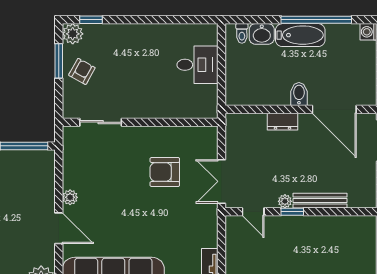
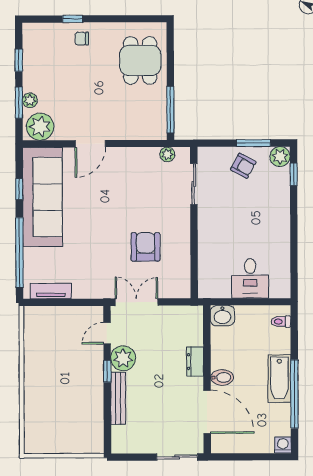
washbasin: (262, 34) -> (222, 316), moved, turned -90
door: (334, 109) -> (207, 412), swing flipped
plant: (70, 197) -> (167, 154), moved
plant: (285, 201) -> (123, 358), width x1.87, depth x1.87

